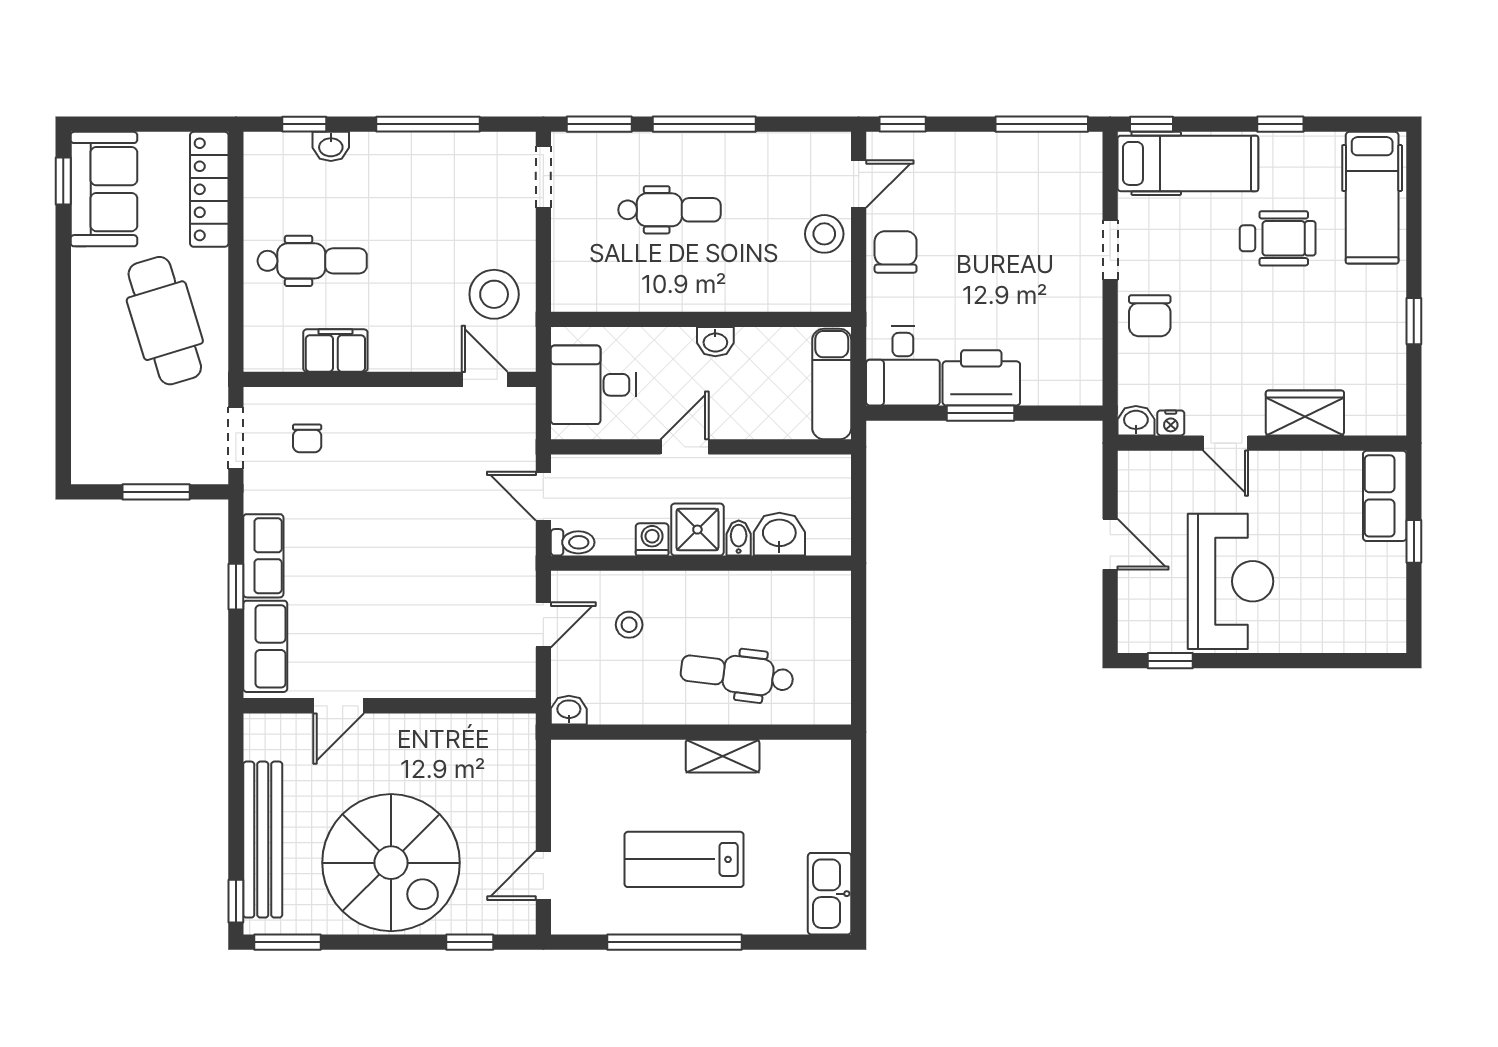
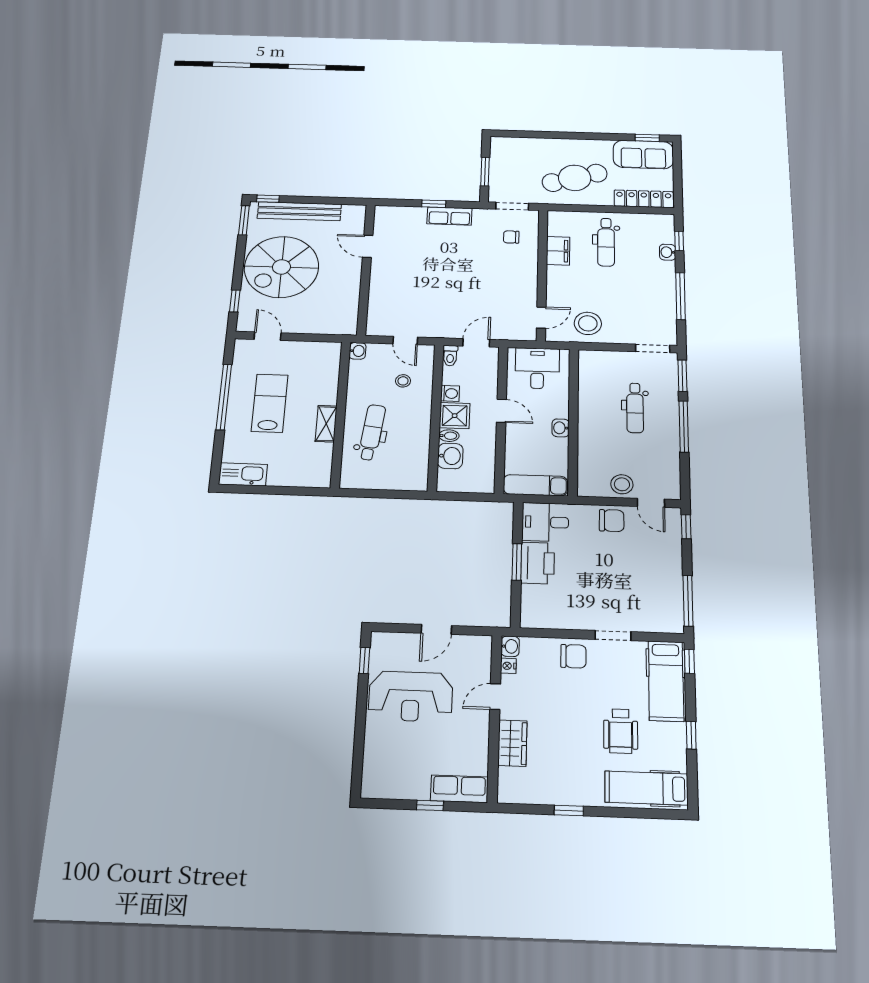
chair: (1150, 316) -> (573, 656), turned 180
row of seats: (265, 646) -> (401, 215), removed

